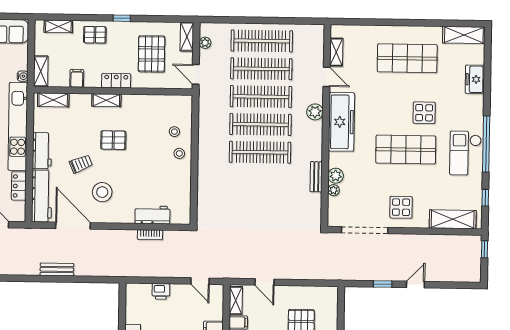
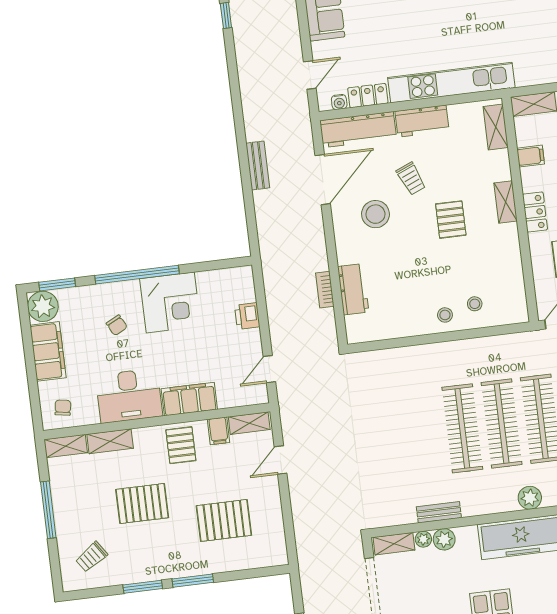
water cooler: (23, 76) -> (339, 102), moved
shelving: (334, 211) -> (394, 544), added

